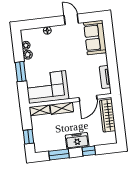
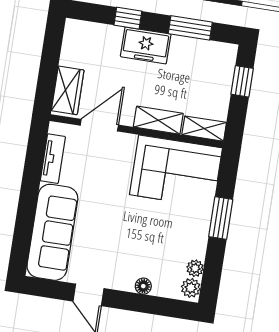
sofa: (95, 37) -> (52, 232), width x1.36
plant: (28, 55) -> (191, 288), moved
wardrobe: (108, 116) -> (68, 90), width x0.67

